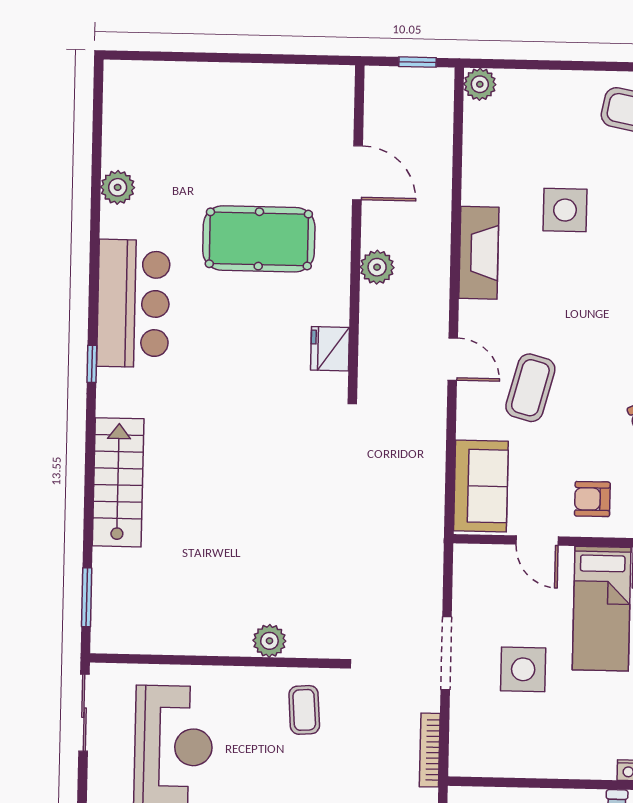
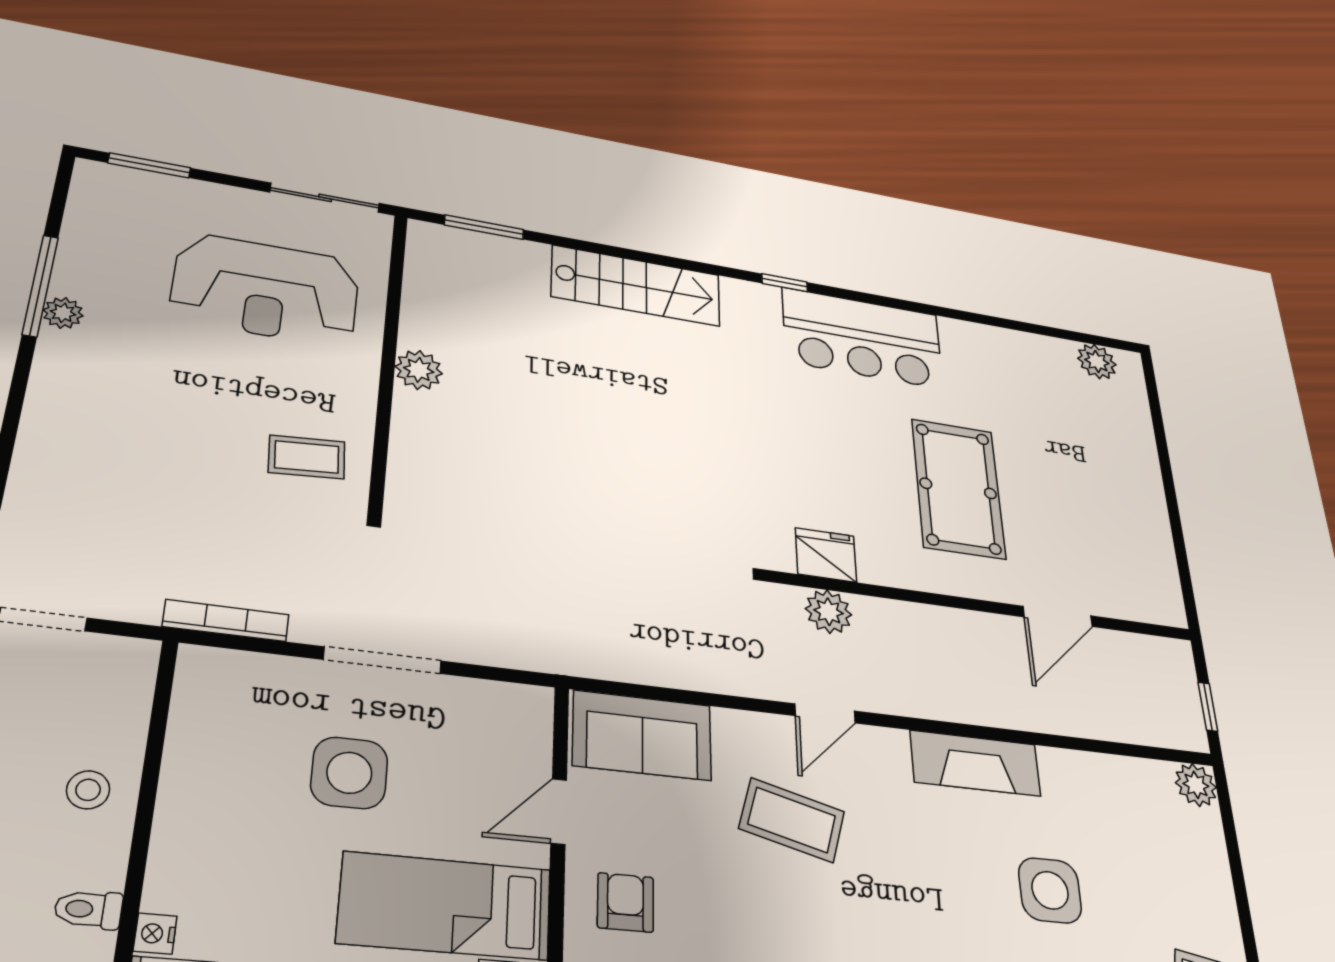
plant: (118, 187) -> (1097, 362), moved
plant: (377, 267) -> (829, 612), moved
plant: (269, 641) -> (419, 370), moved

